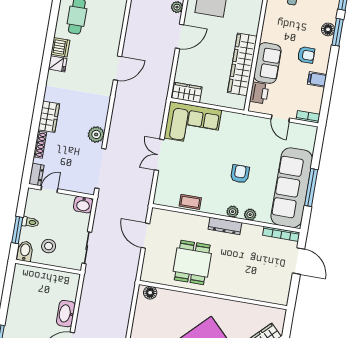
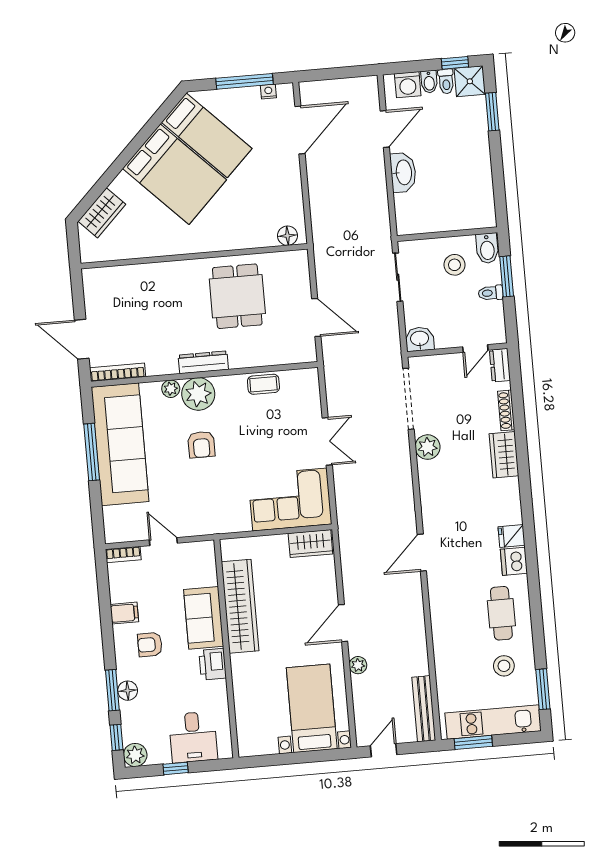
printer: (259, 93) -> (213, 664), moved
plant: (233, 212) -> (198, 394), width x1.87, depth x1.87

